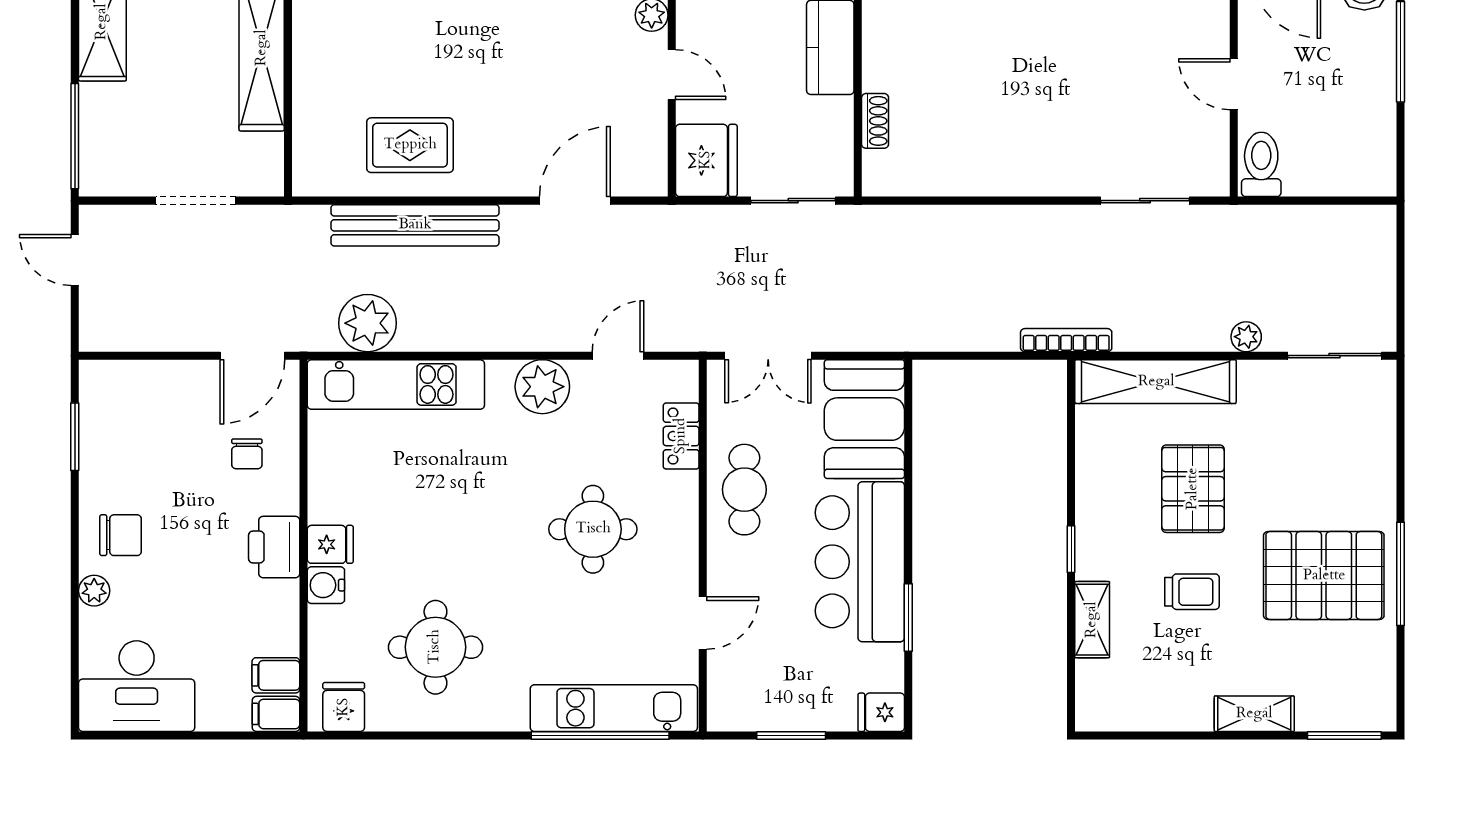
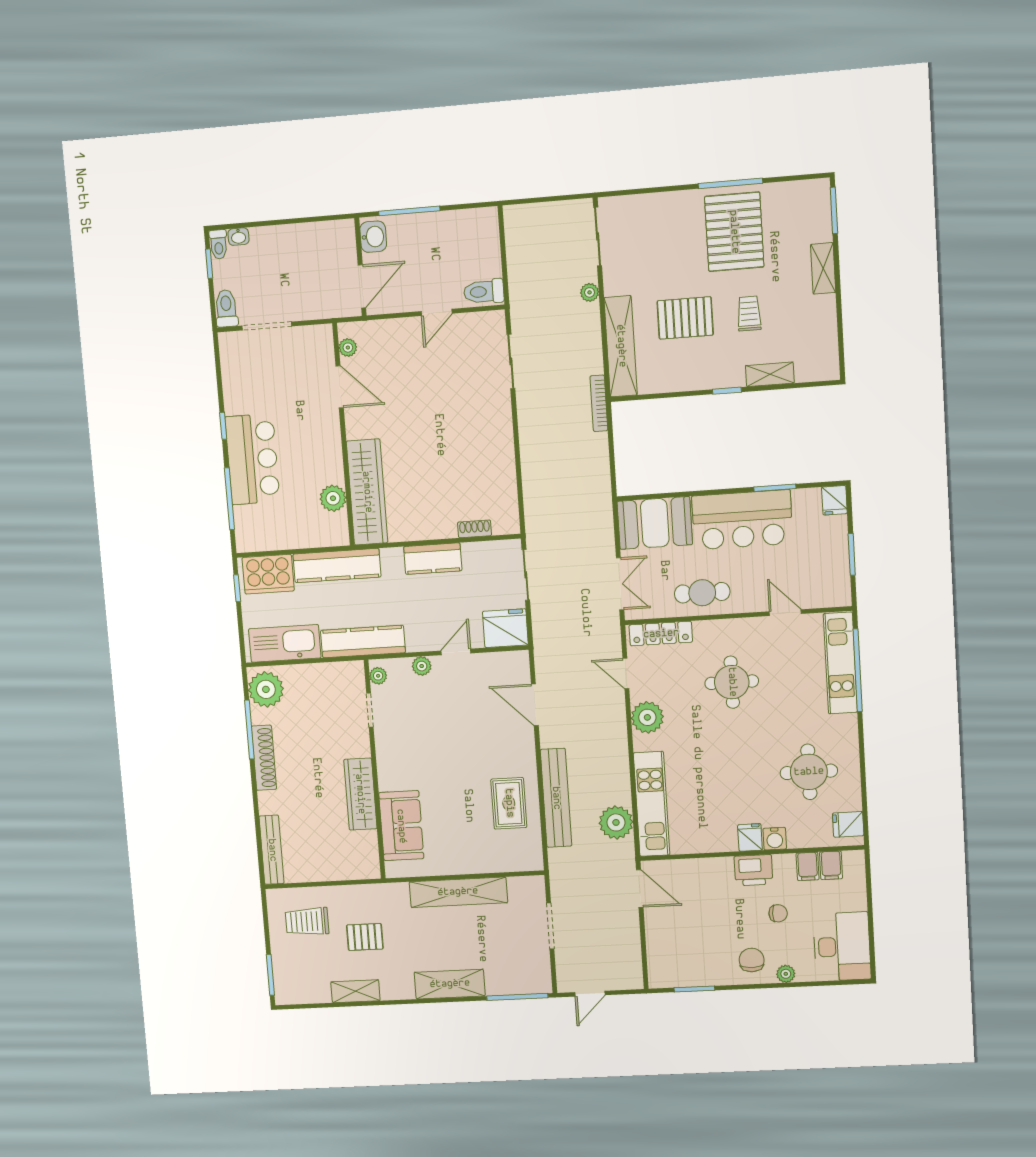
locker: (681, 436) -> (661, 634), width x1.53
chair: (247, 454) -> (778, 913), moved
filing cabinet: (276, 714) -> (808, 866), moved

